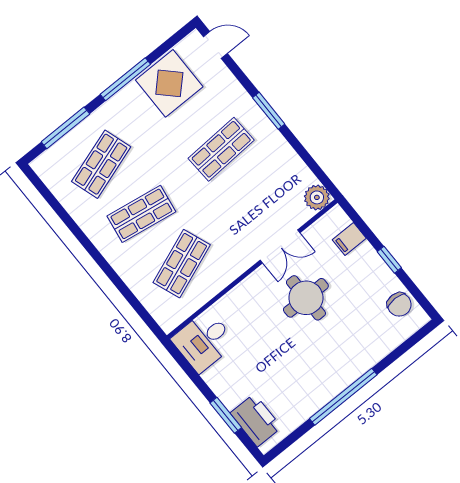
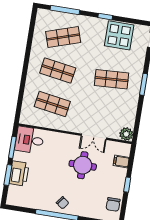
window: (125, 79) -> (105, 17), width x0.46
shop shelf: (182, 264) -> (52, 104), turned 30
chair: (333, 373) -> (63, 203), added
window: (193, 374) -> (12, 147), added
printer: (256, 420) -> (19, 173), moved

